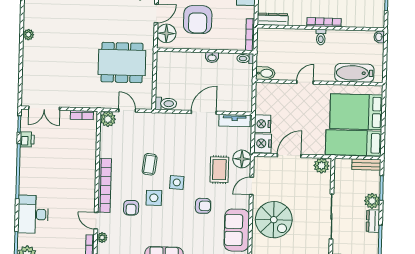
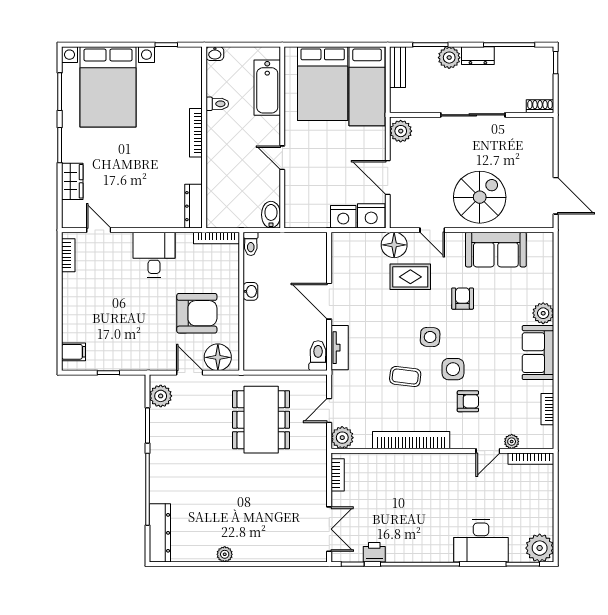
toilet: (321, 37) -> (217, 104), moved
tv unit: (235, 120) -> (340, 348), moved
bookcase: (104, 185) -> (411, 440), moved

